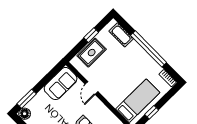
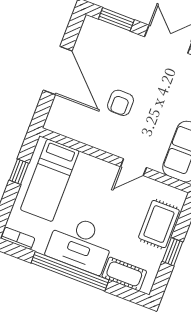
desk: (137, 61) -> (80, 244), added
door: (91, 88) -> (133, 167), swing flipped

